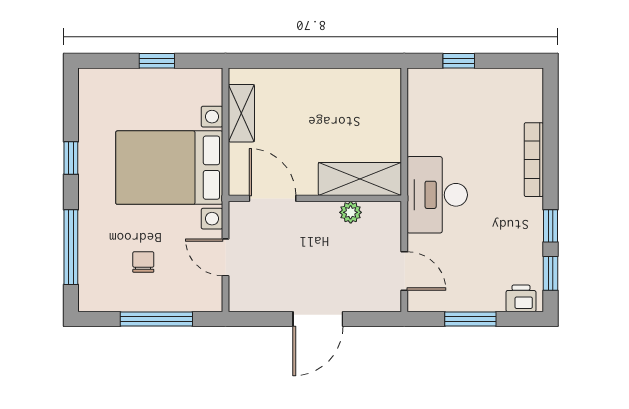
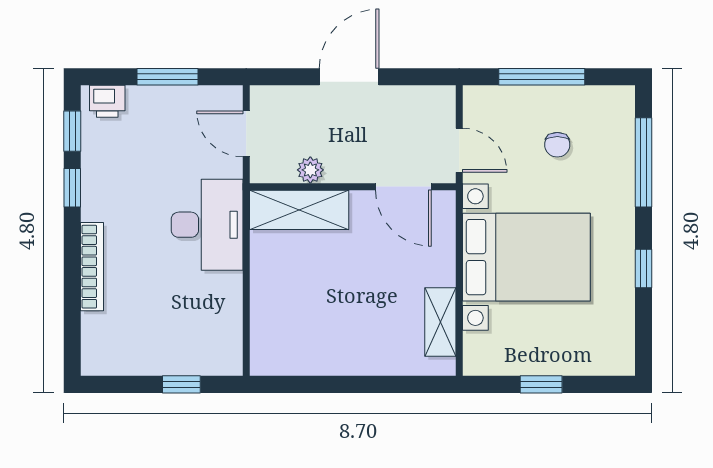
shelving: (360, 179) -> (299, 210), moved
door: (273, 198) -> (403, 187), moved
wall: (315, 198) -> (353, 187), moved
plant: (351, 212) -> (310, 170), moved

